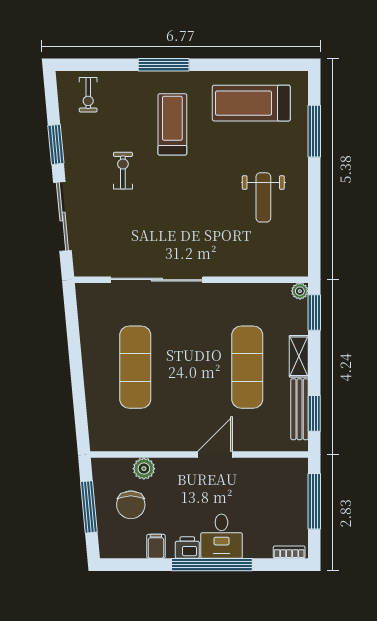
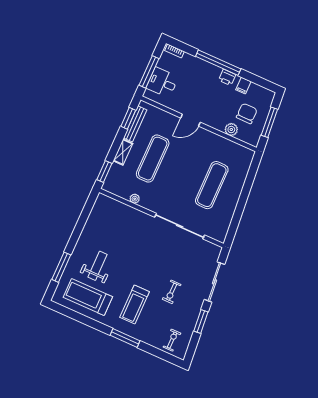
treadmill: (251, 103) -> (88, 297), turned 180
weight bench: (263, 197) -> (98, 266), moved
plant: (300, 291) -> (135, 199), moved
desk: (221, 536) -> (162, 82), moved, turned -90

